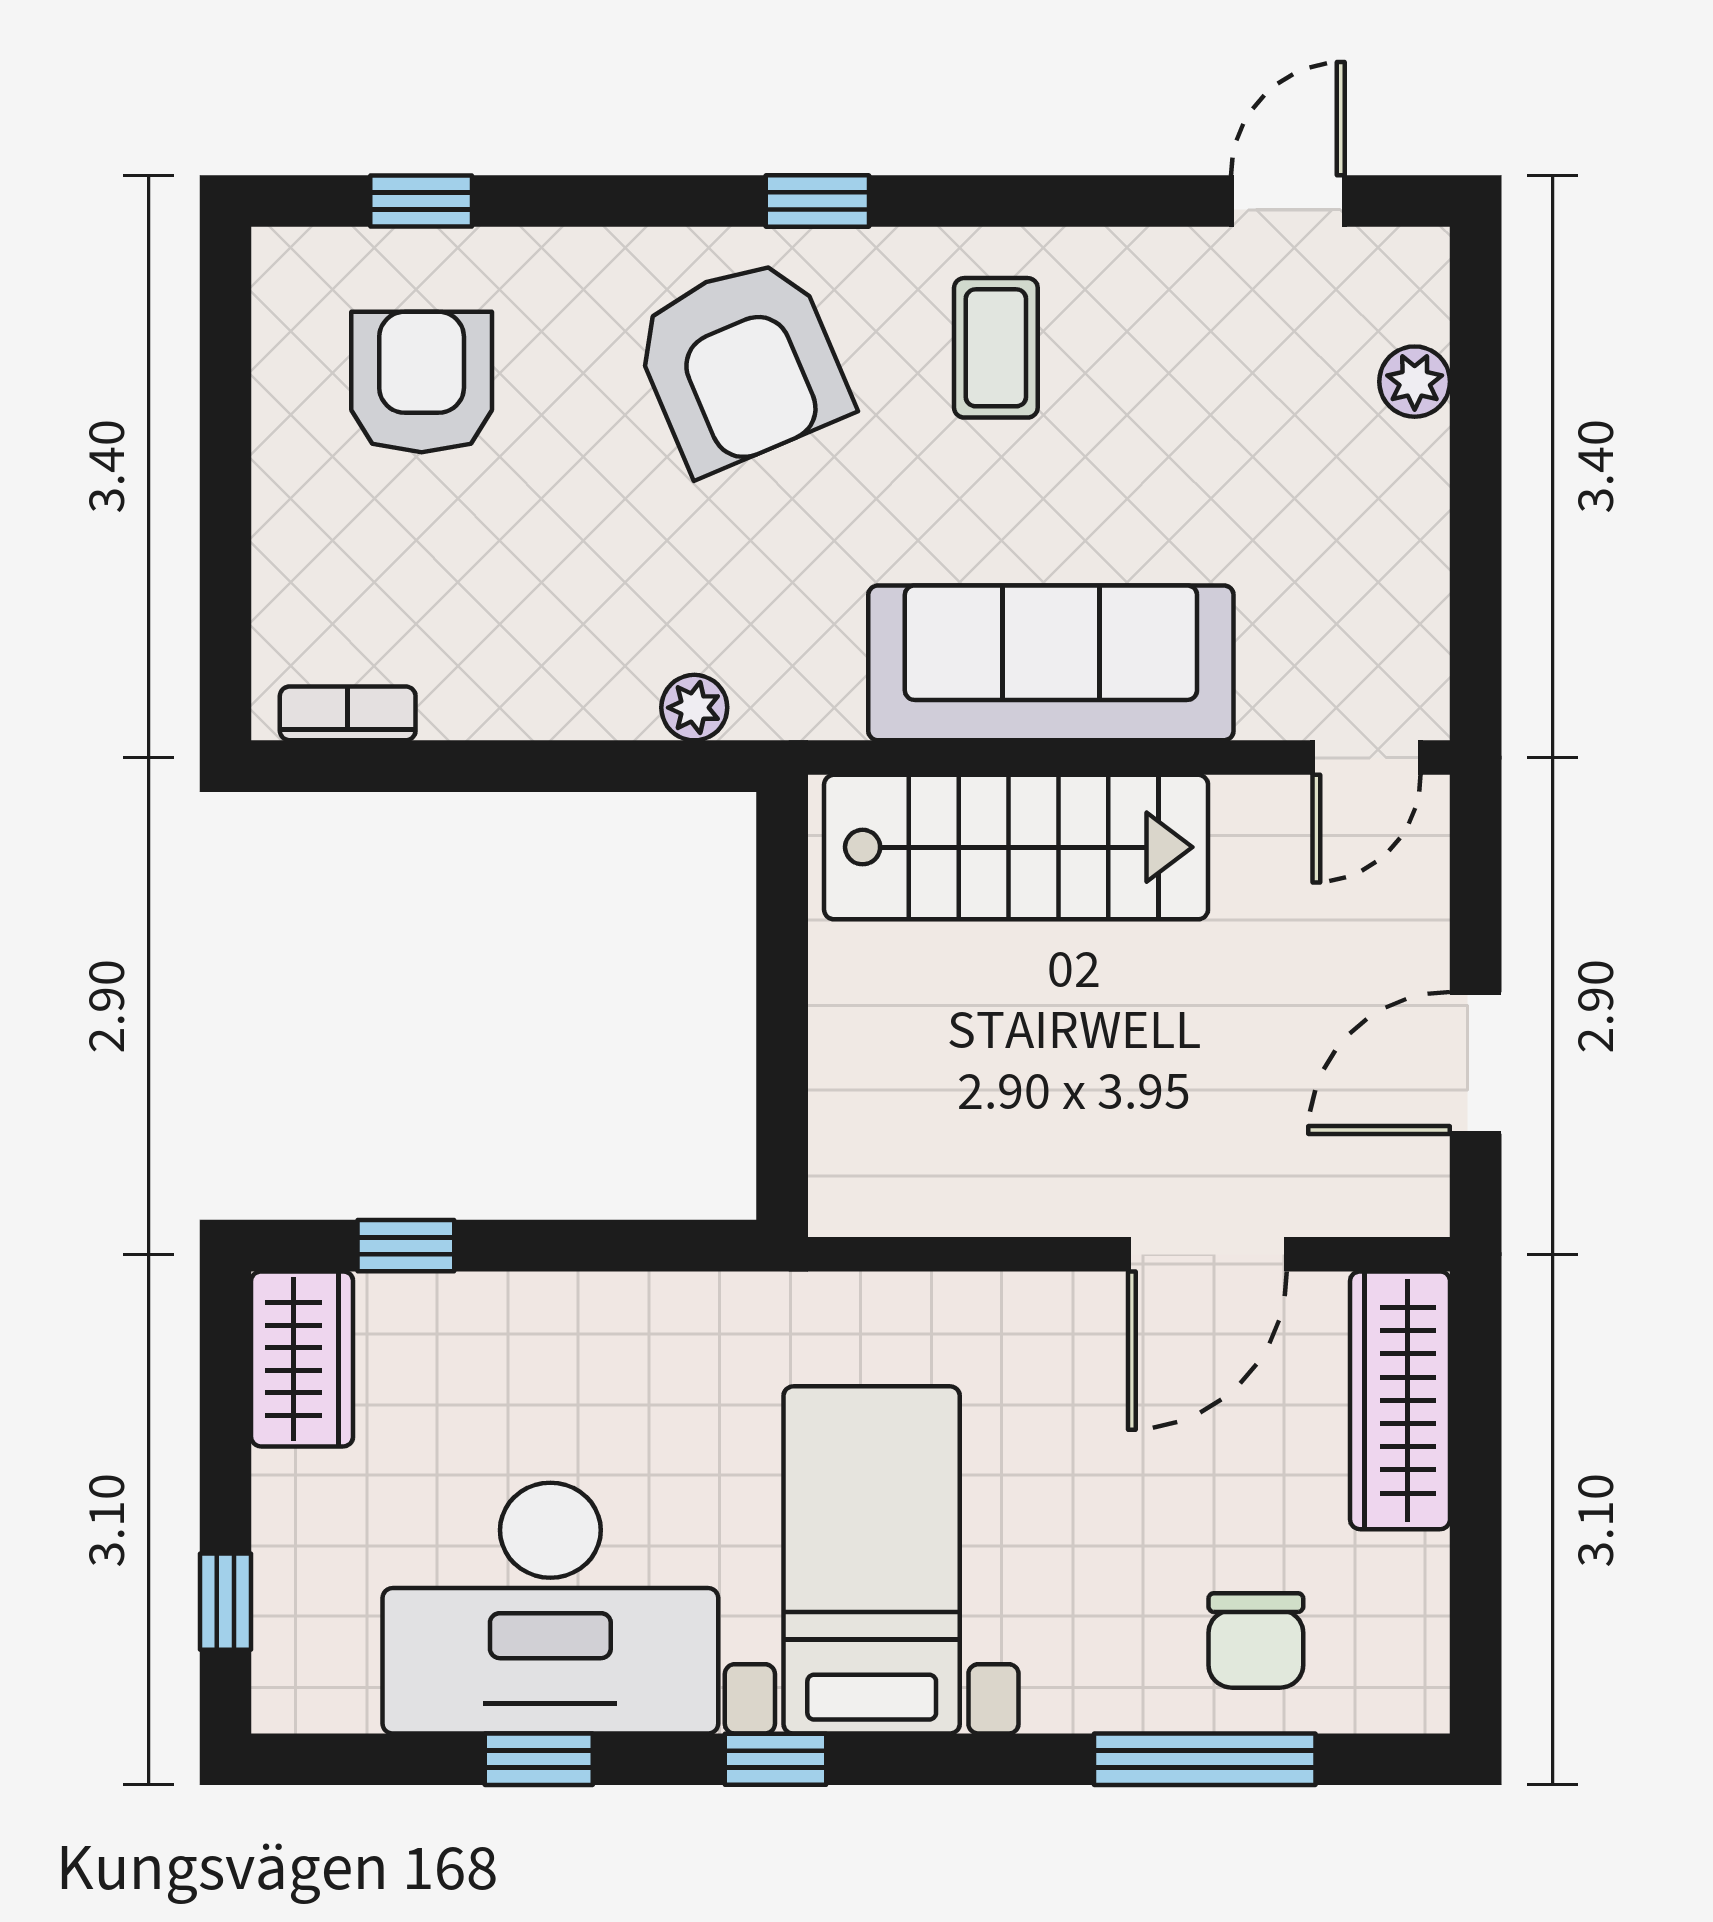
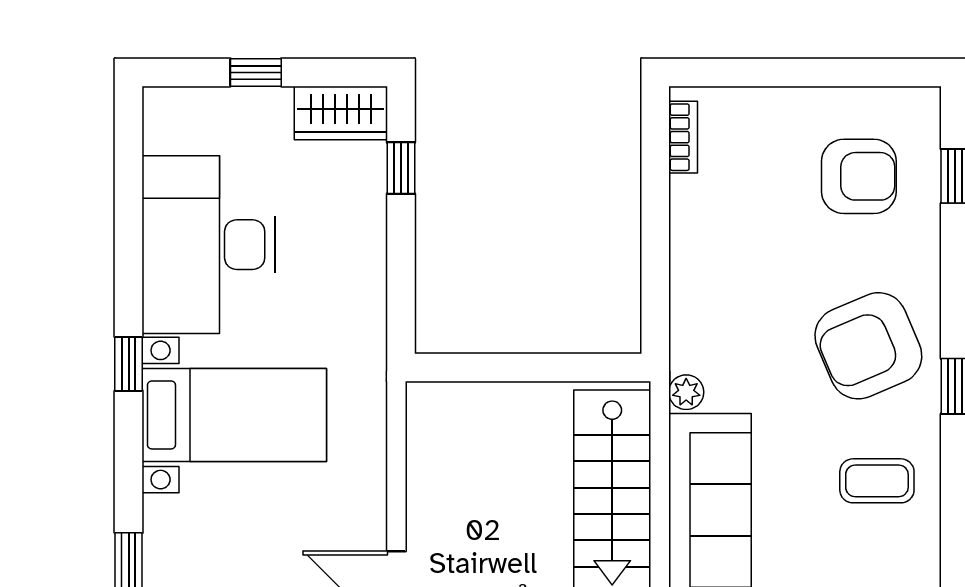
plant: (694, 708) -> (686, 392), moved
window: (226, 1602) -> (256, 72), moved
window: (539, 1759) -> (129, 238), removed

